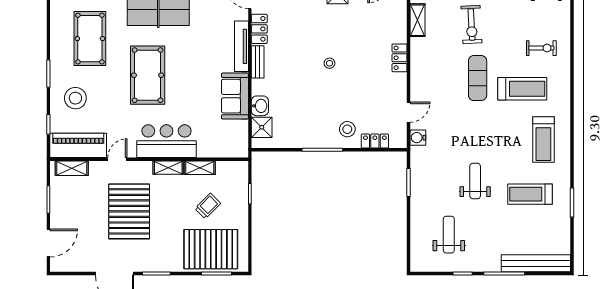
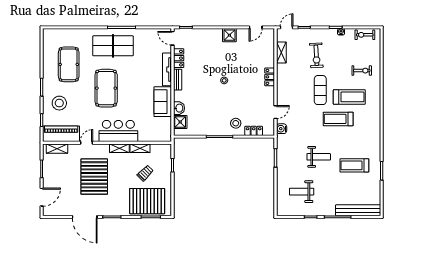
treadmill: (543, 139) -> (338, 119), moved, turned 90
weight bench: (475, 181) -> (319, 157), turned 90
weight bench: (449, 235) -> (302, 192), turned -90

